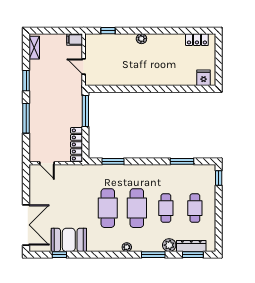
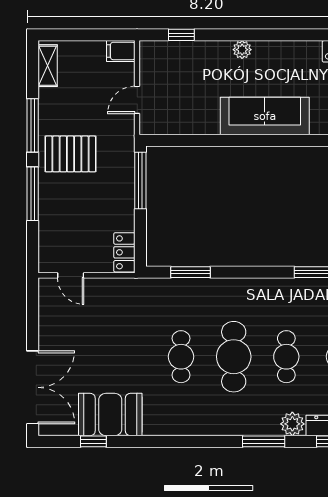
door: (84, 66) -> (137, 100), hinge flipped
sofa: (154, 75) -> (265, 116), added
window: (26, 81) -> (33, 125), width x1.44
pallet: (47, 96) -> (70, 154), added
locker: (77, 144) -> (124, 252), width x0.66
cafe table: (108, 208) -> (181, 357), width x0.73, depth x0.74
plant: (127, 247) -> (215, 428), removed

